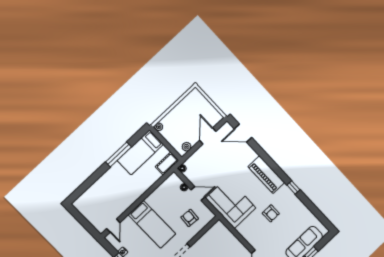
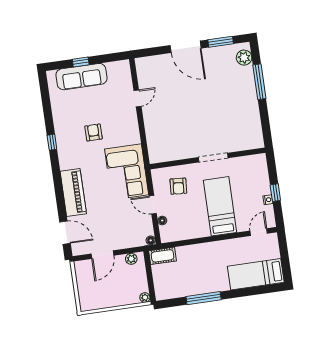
bed: (140, 152) -> (256, 274), moved, turned 180
piano: (266, 175) -> (73, 192), moved

